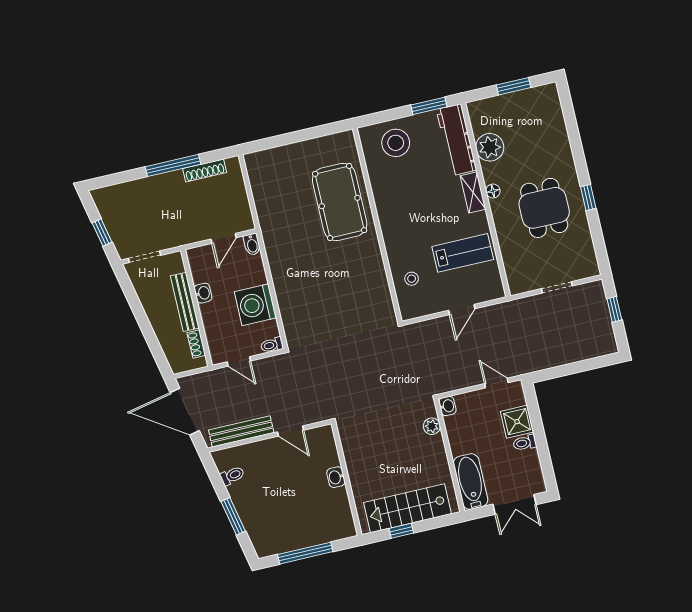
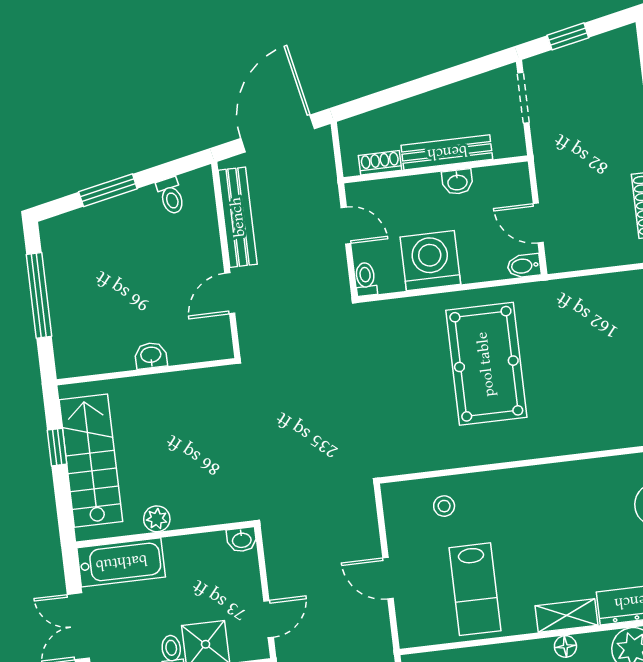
pool table: (340, 202) -> (486, 364), moved, turned 90
door: (239, 361) -> (346, 225), swing flipped
plant: (432, 426) -> (157, 519), moved

